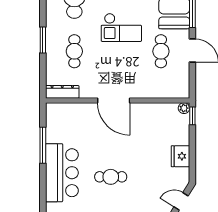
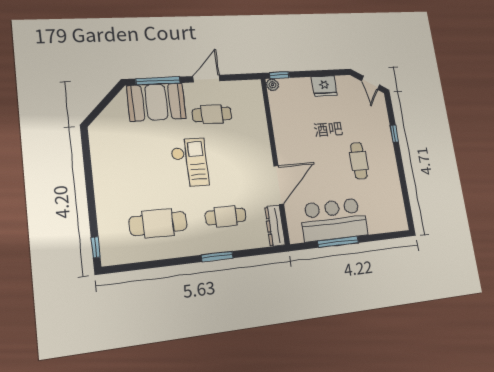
door: (114, 100) -> (279, 185), moved
bar counter: (62, 173) -> (334, 220), moved

